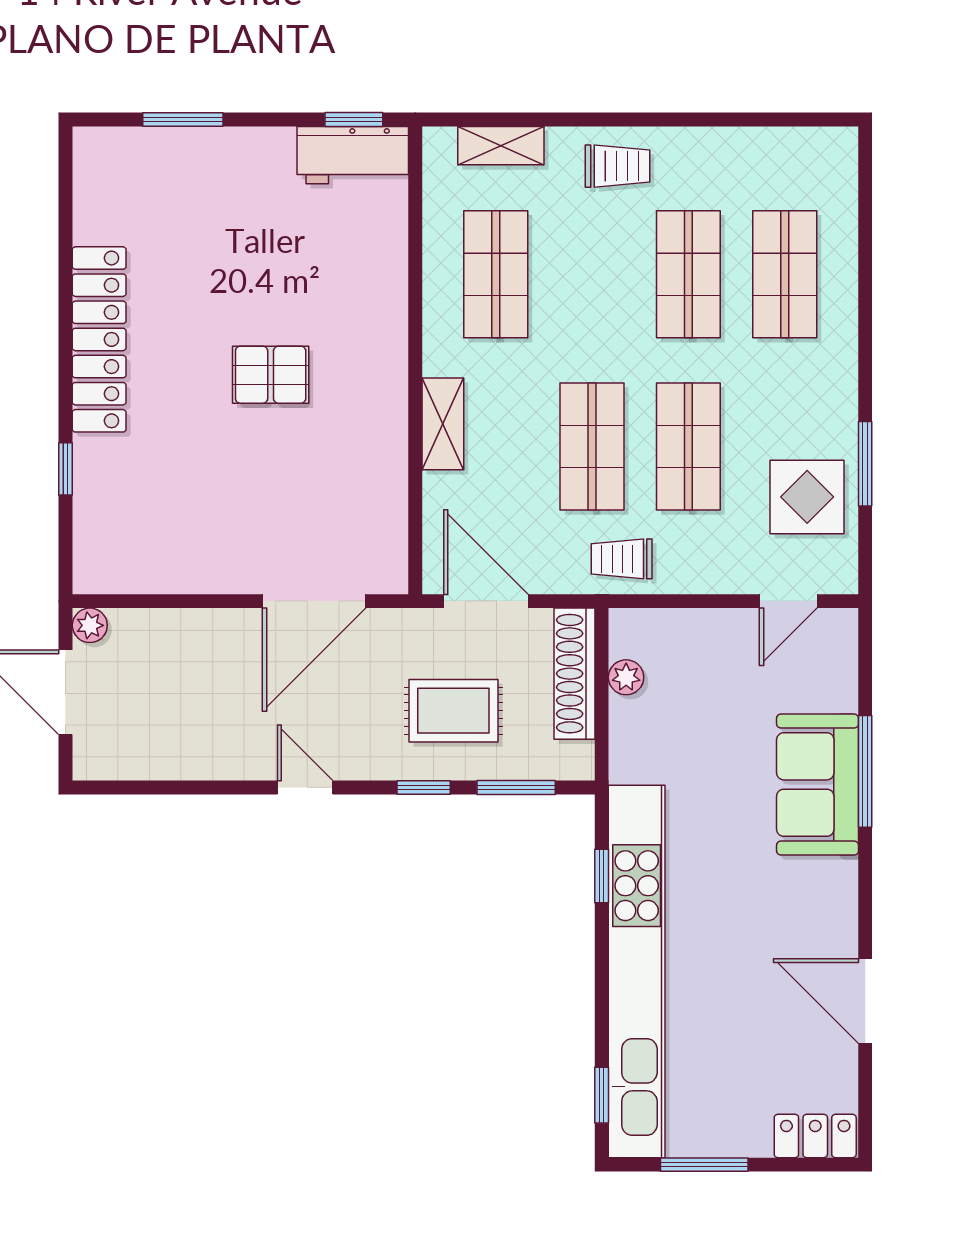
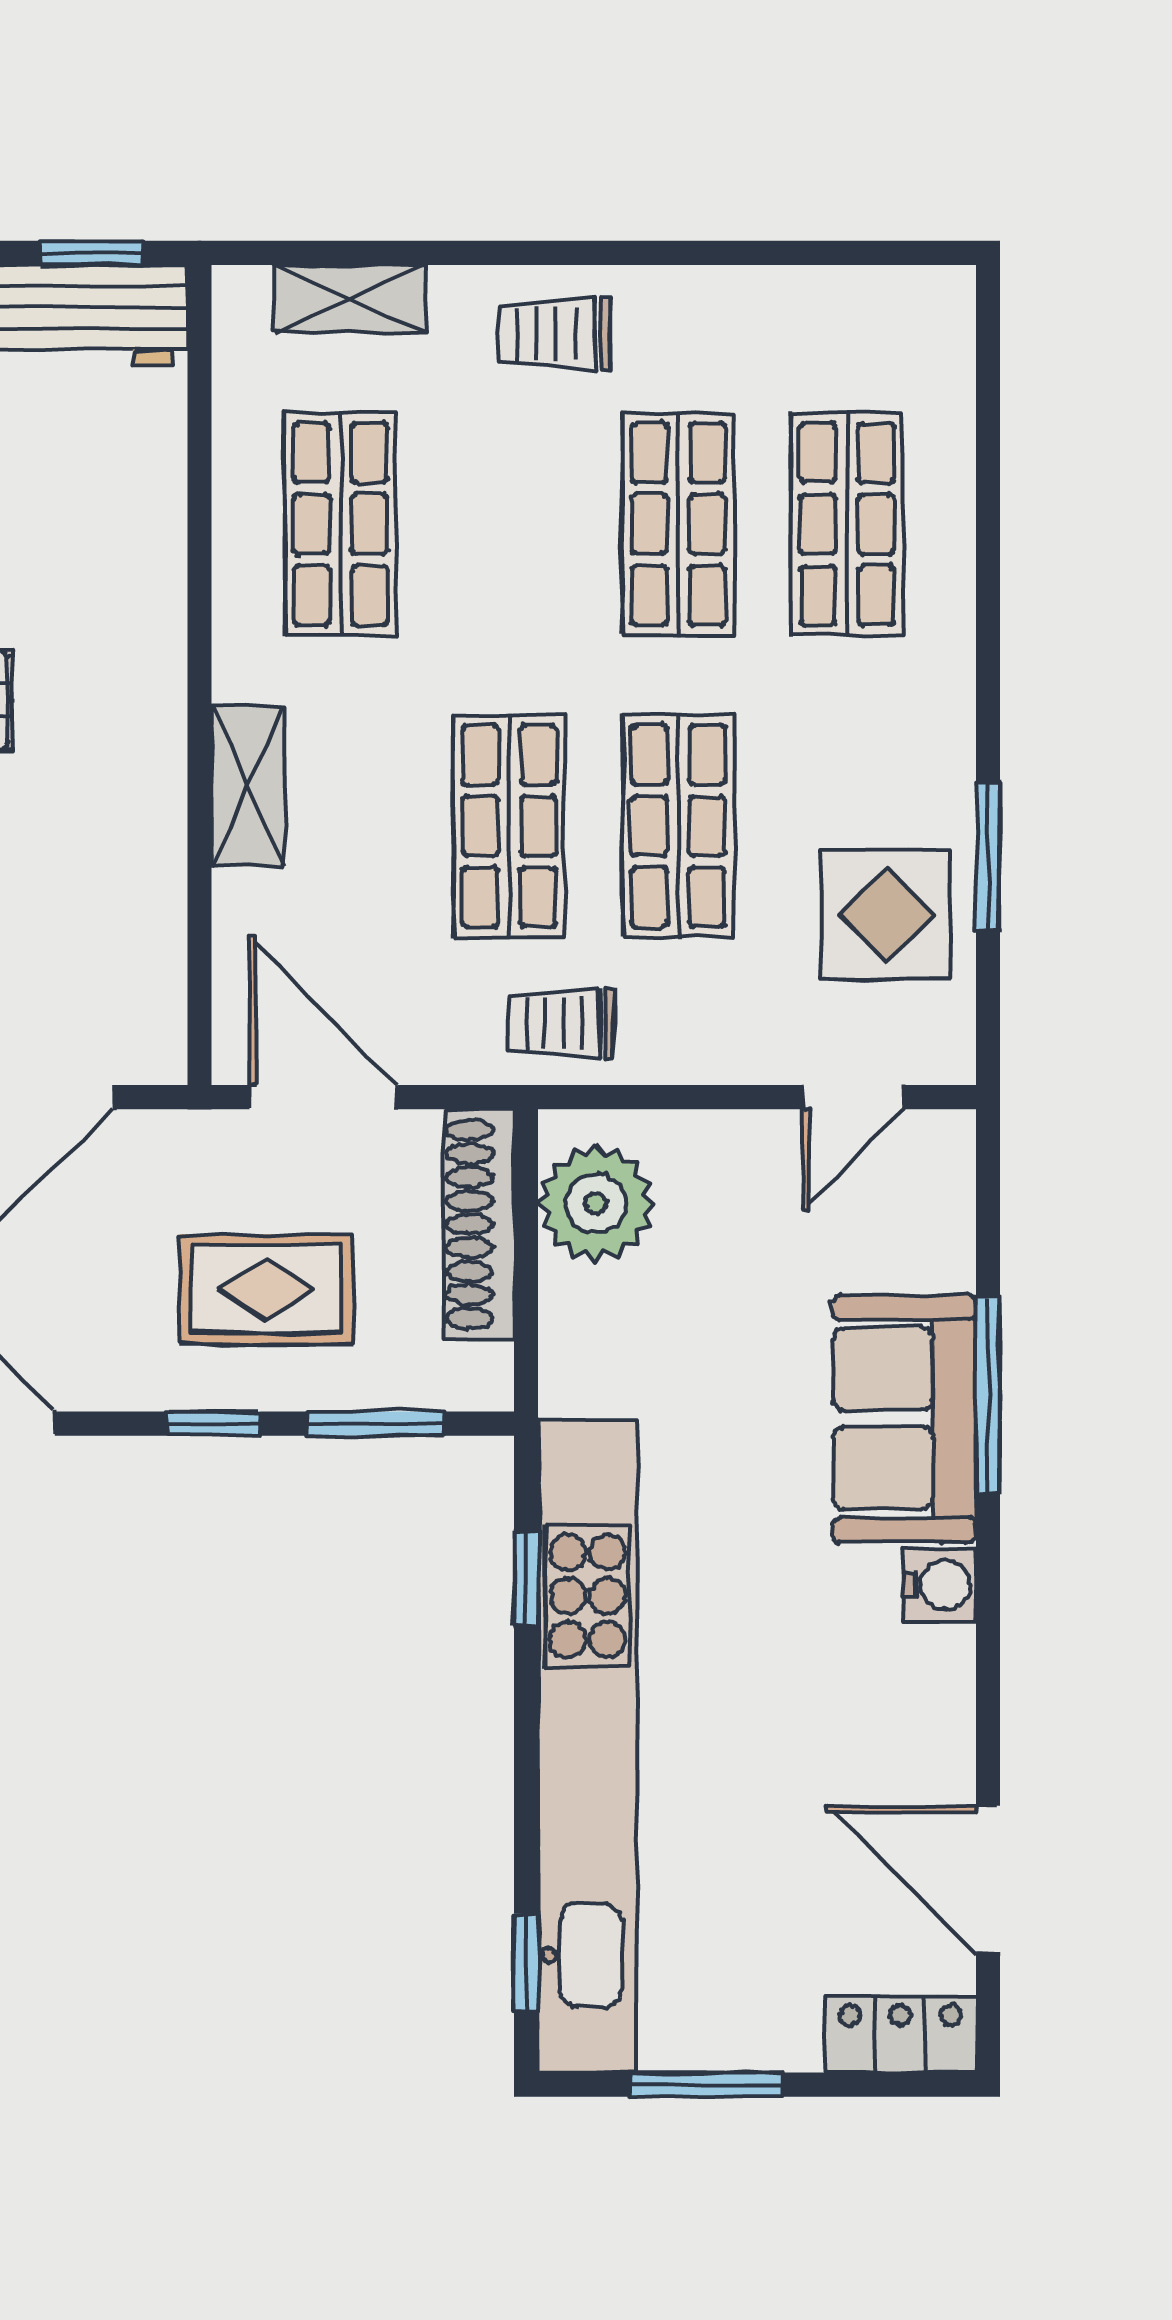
trolley: (618, 166) -> (554, 335), turned 180
plant: (626, 677) -> (596, 1203), width x1.88, depth x1.88
water cooler: (838, 880) -> (940, 1585), added
door: (865, 1001) -> (988, 1880), moved

